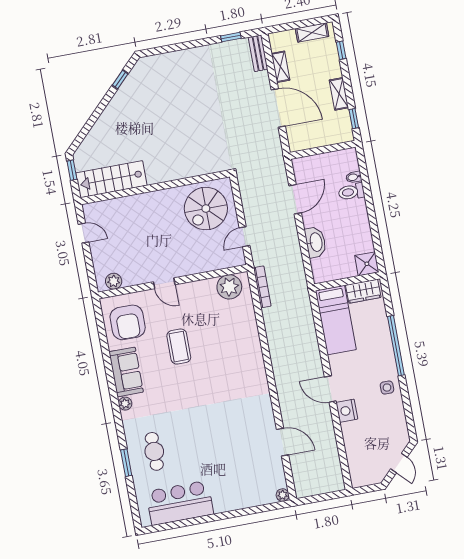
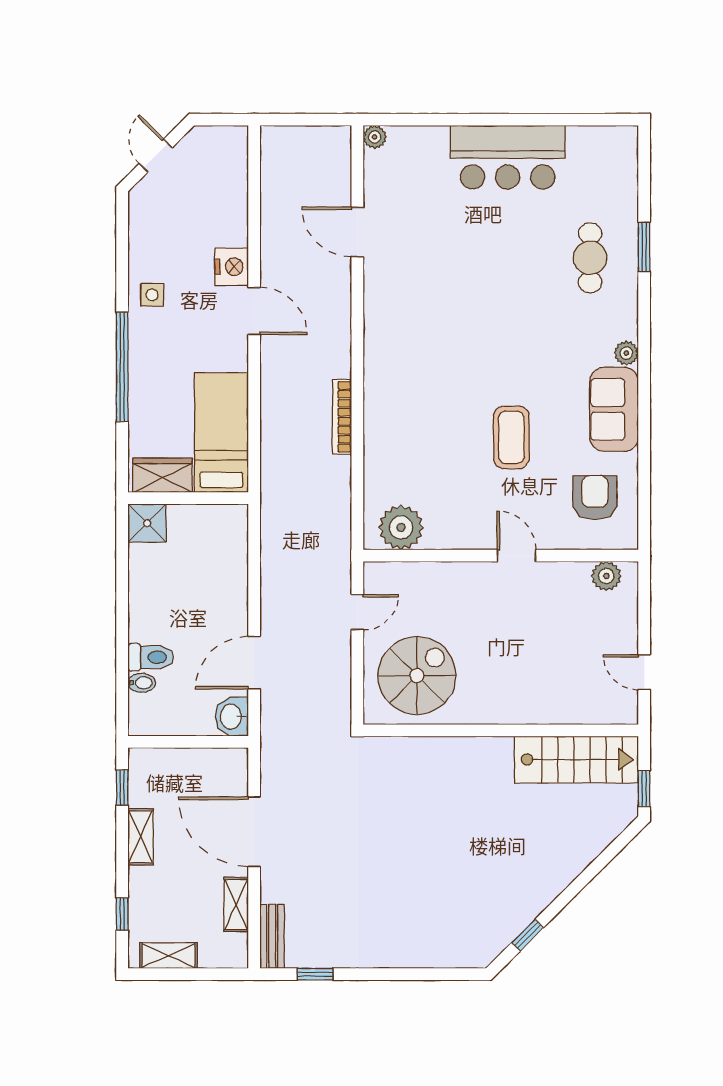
washbasin: (316, 242) -> (232, 717), moved, width x0.72
bookcase: (262, 287) -> (342, 417), moved
armchair: (128, 322) -> (595, 498), width x0.73, depth x0.73
bar counter: (180, 503) -> (508, 157), moved

